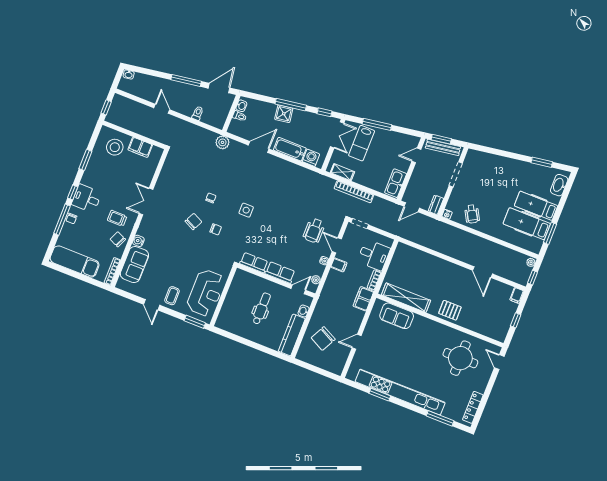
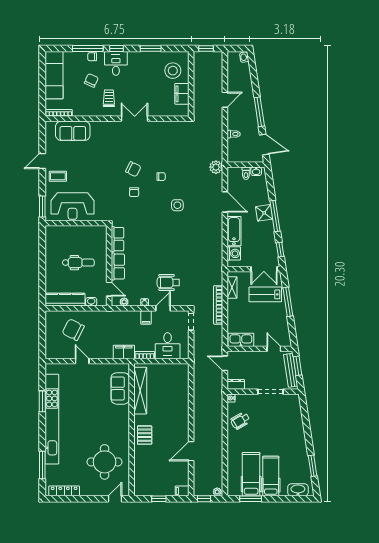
side table: (246, 210) -> (177, 205), moved
chair: (118, 239) -> (91, 80), moved
water cooler: (138, 241) -> (96, 126), removed

